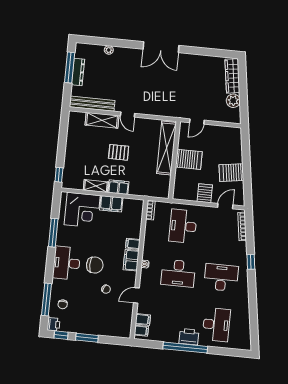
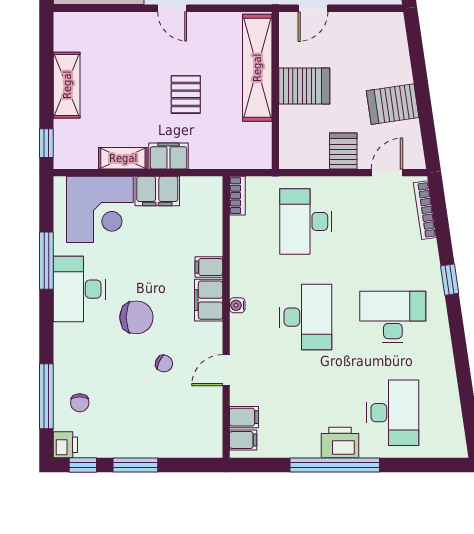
shelving: (102, 120) -> (67, 85), moved, turned 90
pallet: (119, 152) -> (186, 94), moved, turned 90
desk: (67, 263) -> (79, 289), moved
desk: (178, 273) -> (306, 317), turned -90

